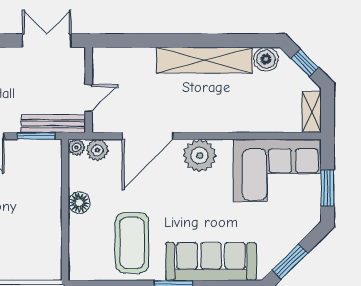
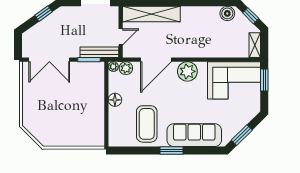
shelving: (204, 60) -> (151, 14), moved
window: (328, 188) -> (264, 80), moved

